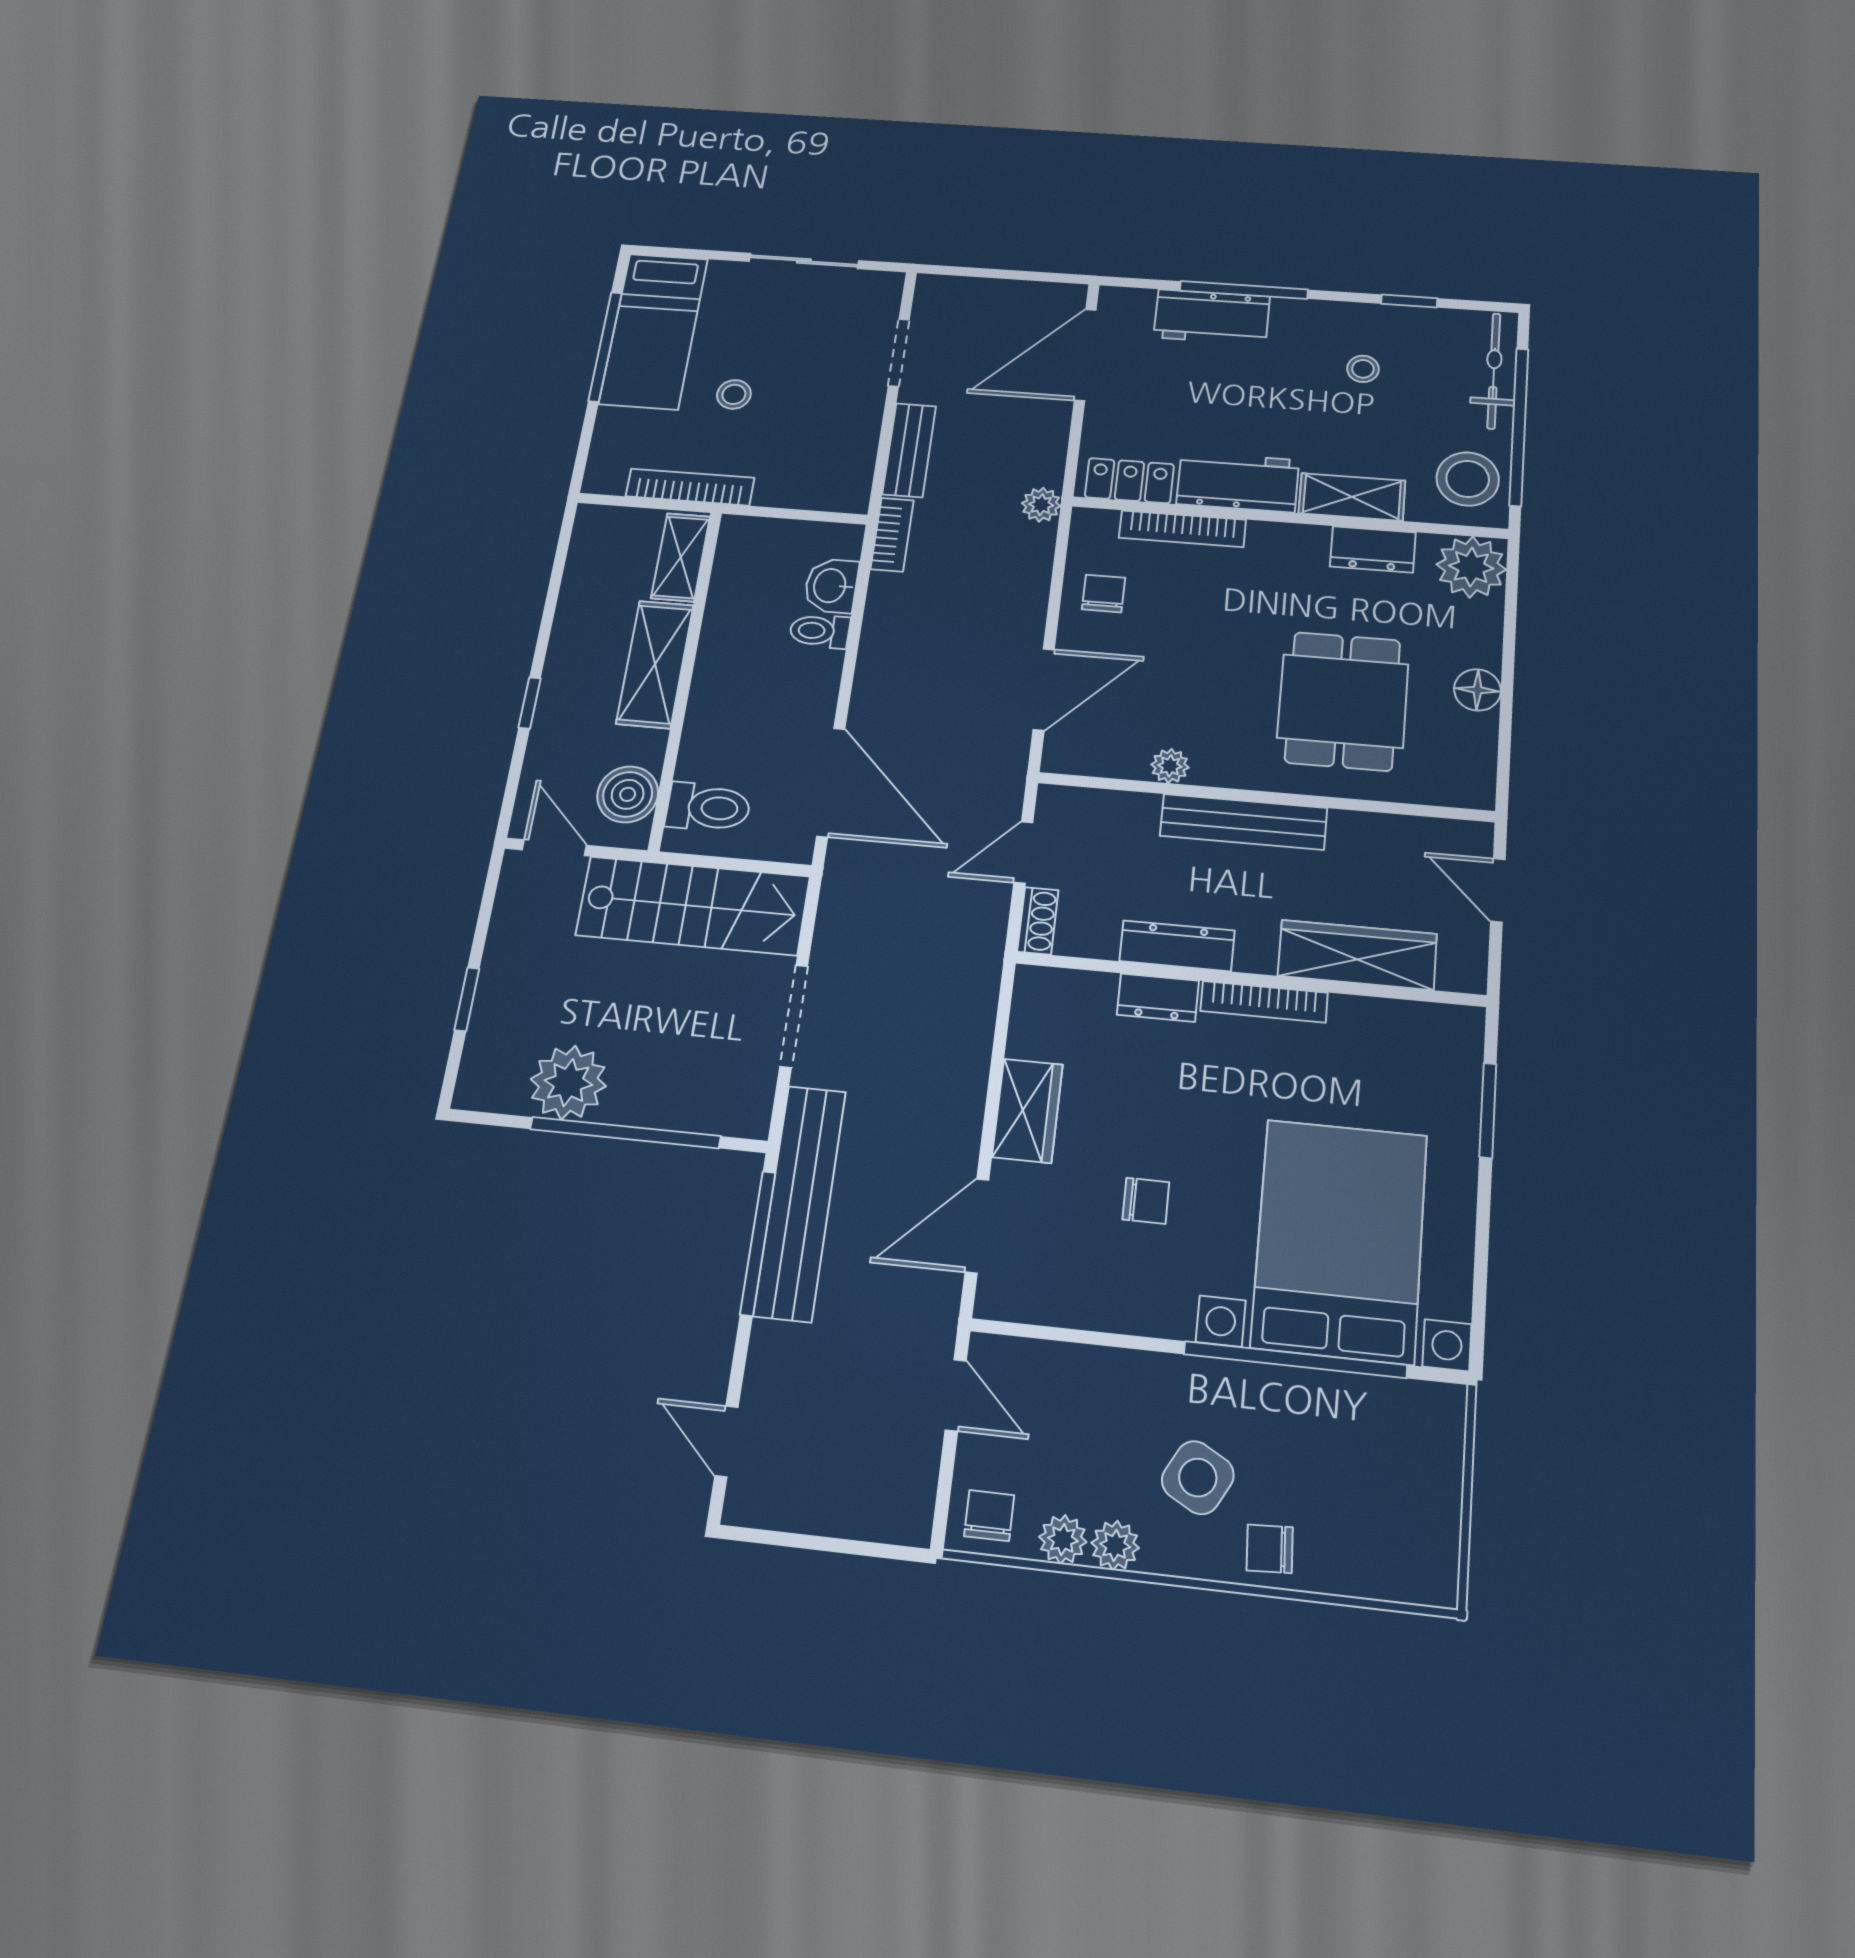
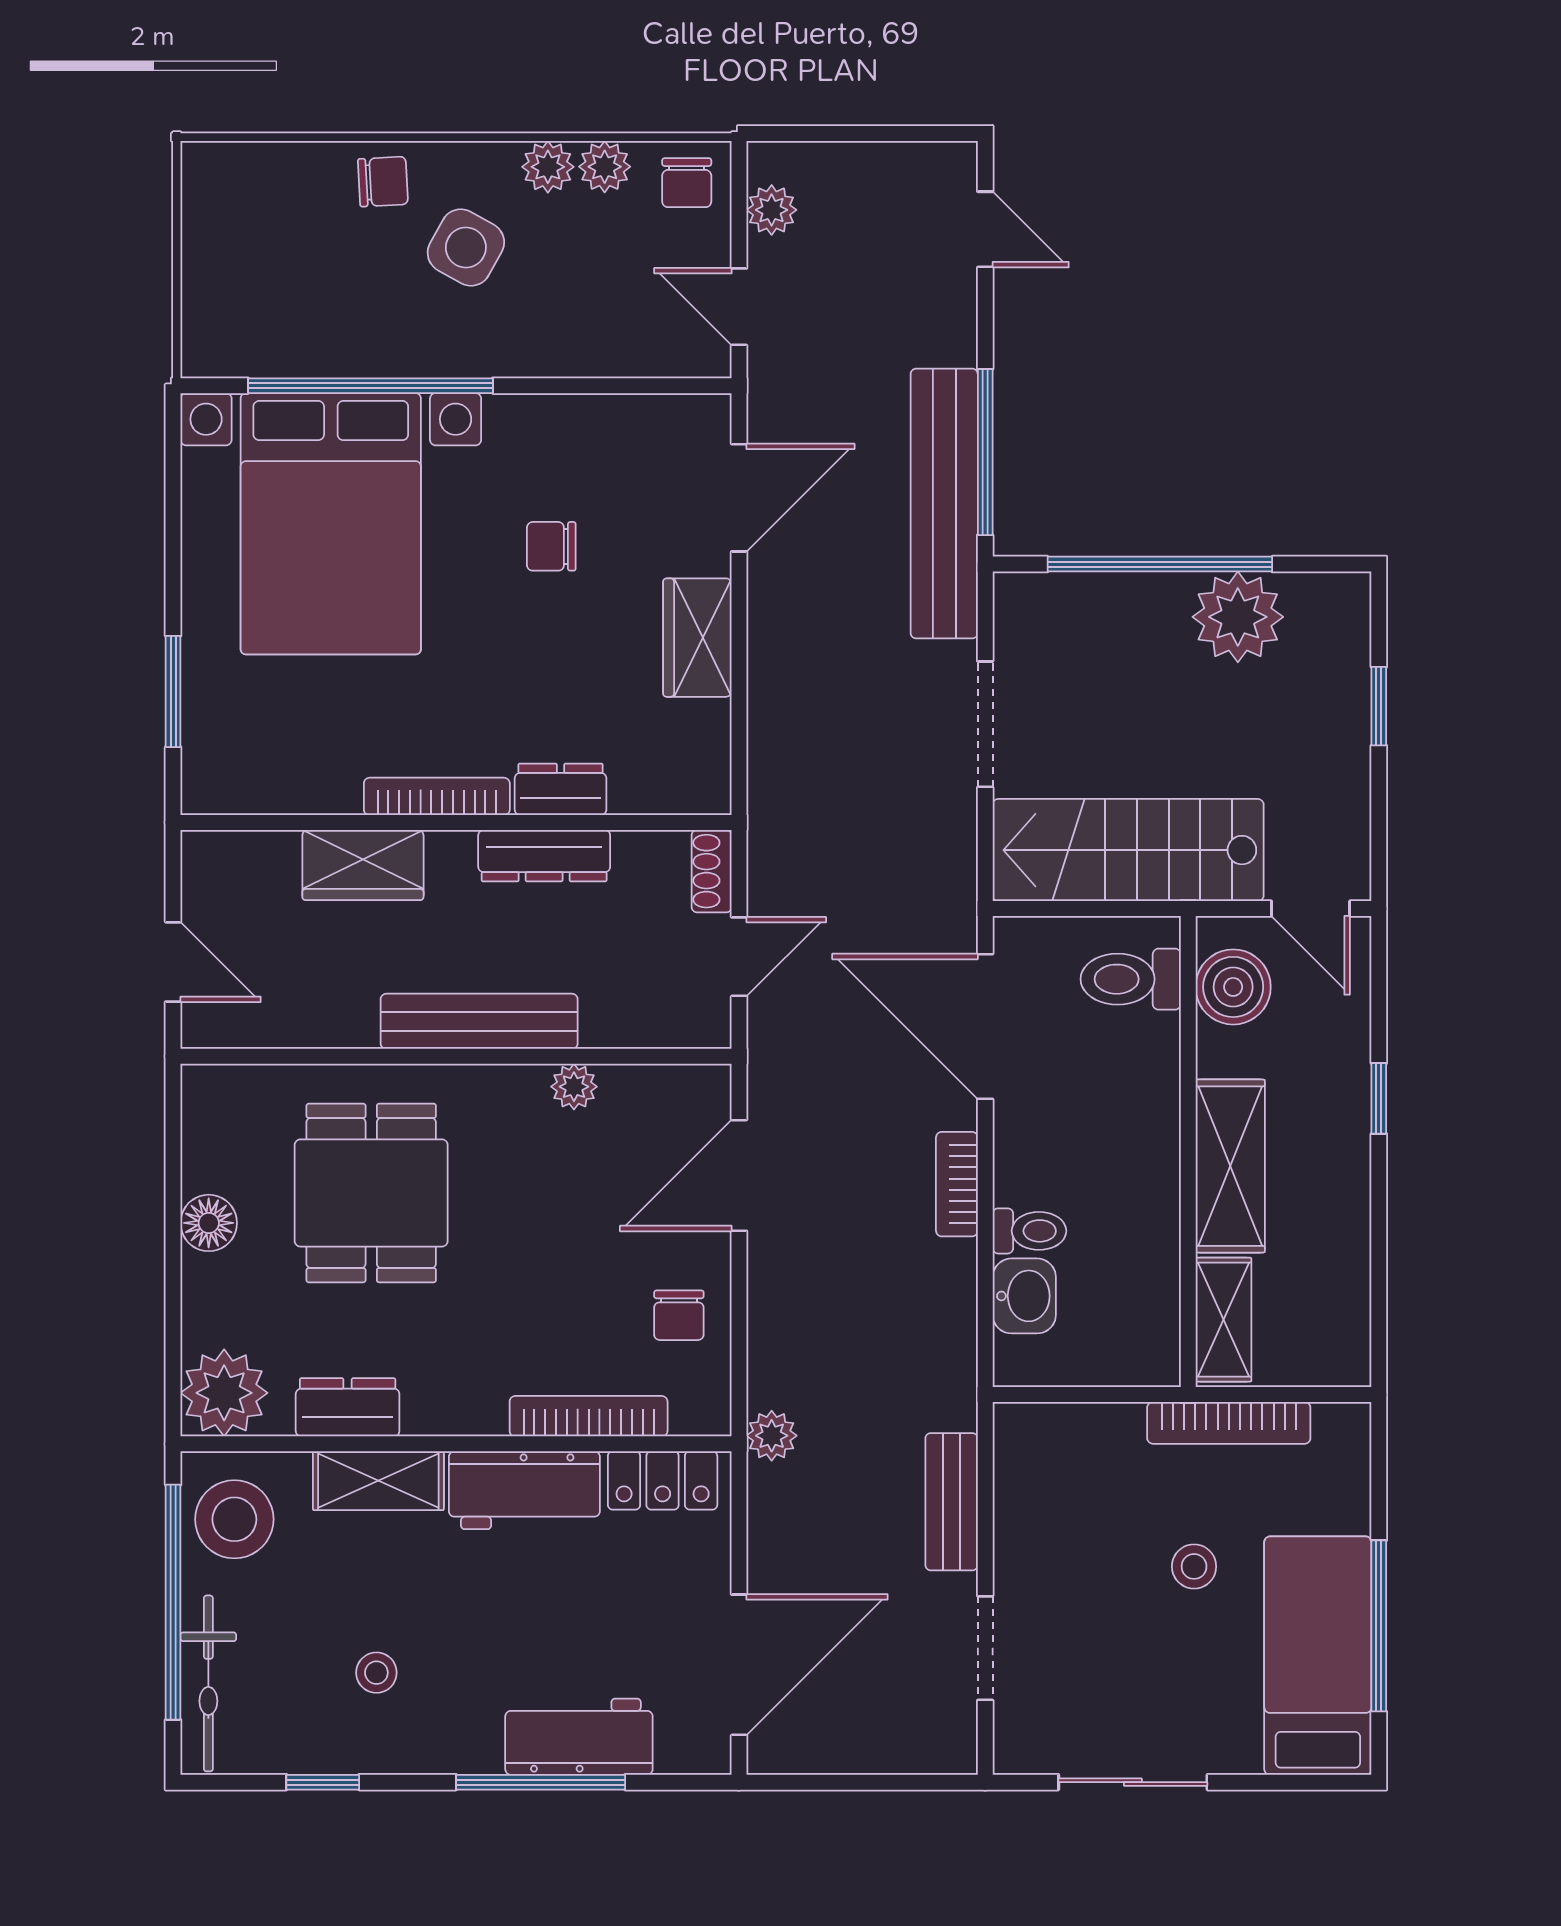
bookcase: (892, 535) -> (957, 1184), moved
wardrobe: (1357, 955) -> (363, 865), width x0.67
plant: (915, 1481) -> (772, 210), added

